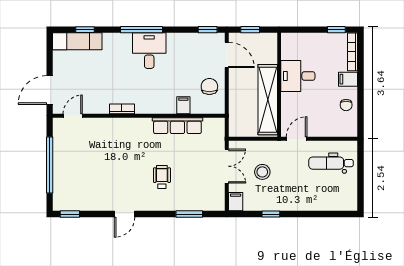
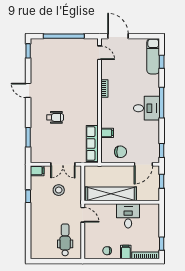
row of seats: (177, 126) -> (92, 143), moved

